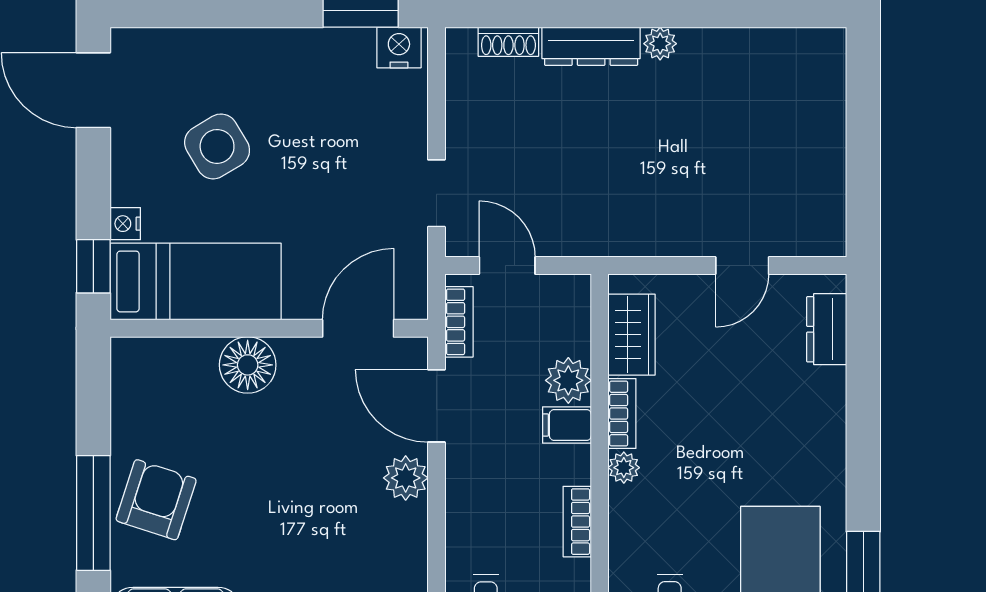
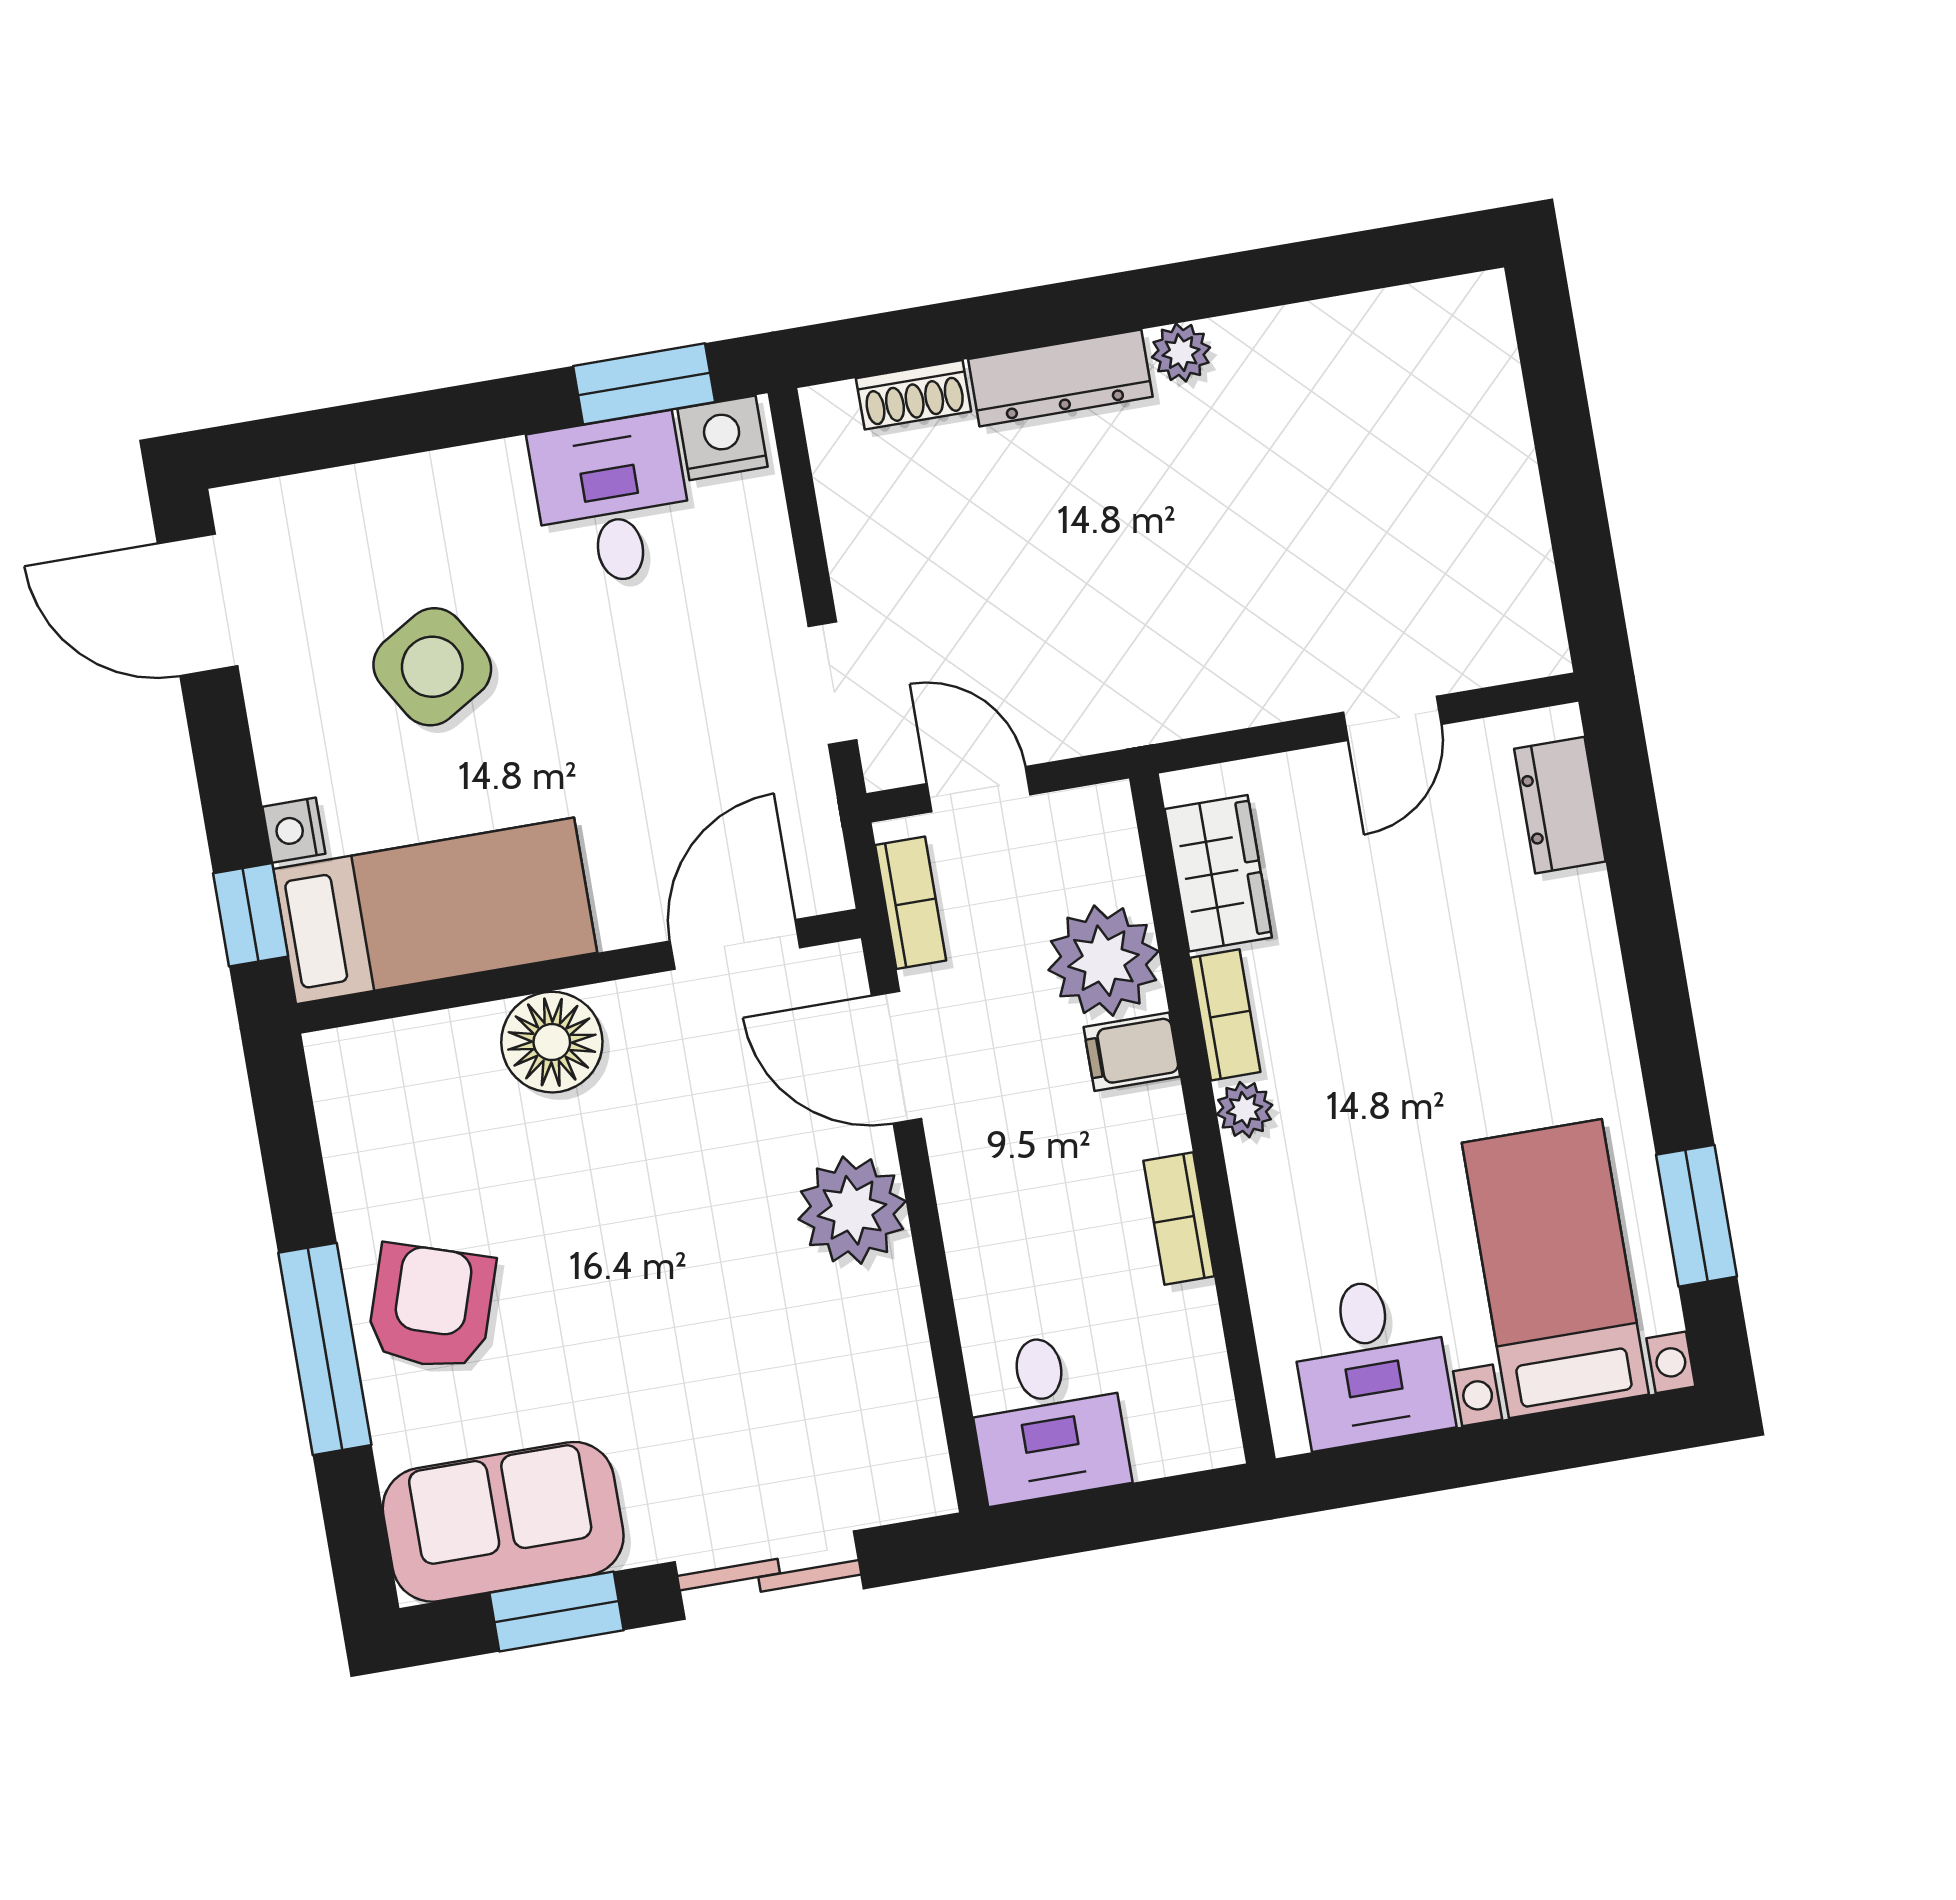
desk: (332, 72) -> (612, 501), added
plant: (568, 380) -> (1103, 961), width x1.36, depth x1.36
plant: (406, 478) -> (852, 1210), width x1.36, depth x1.36

